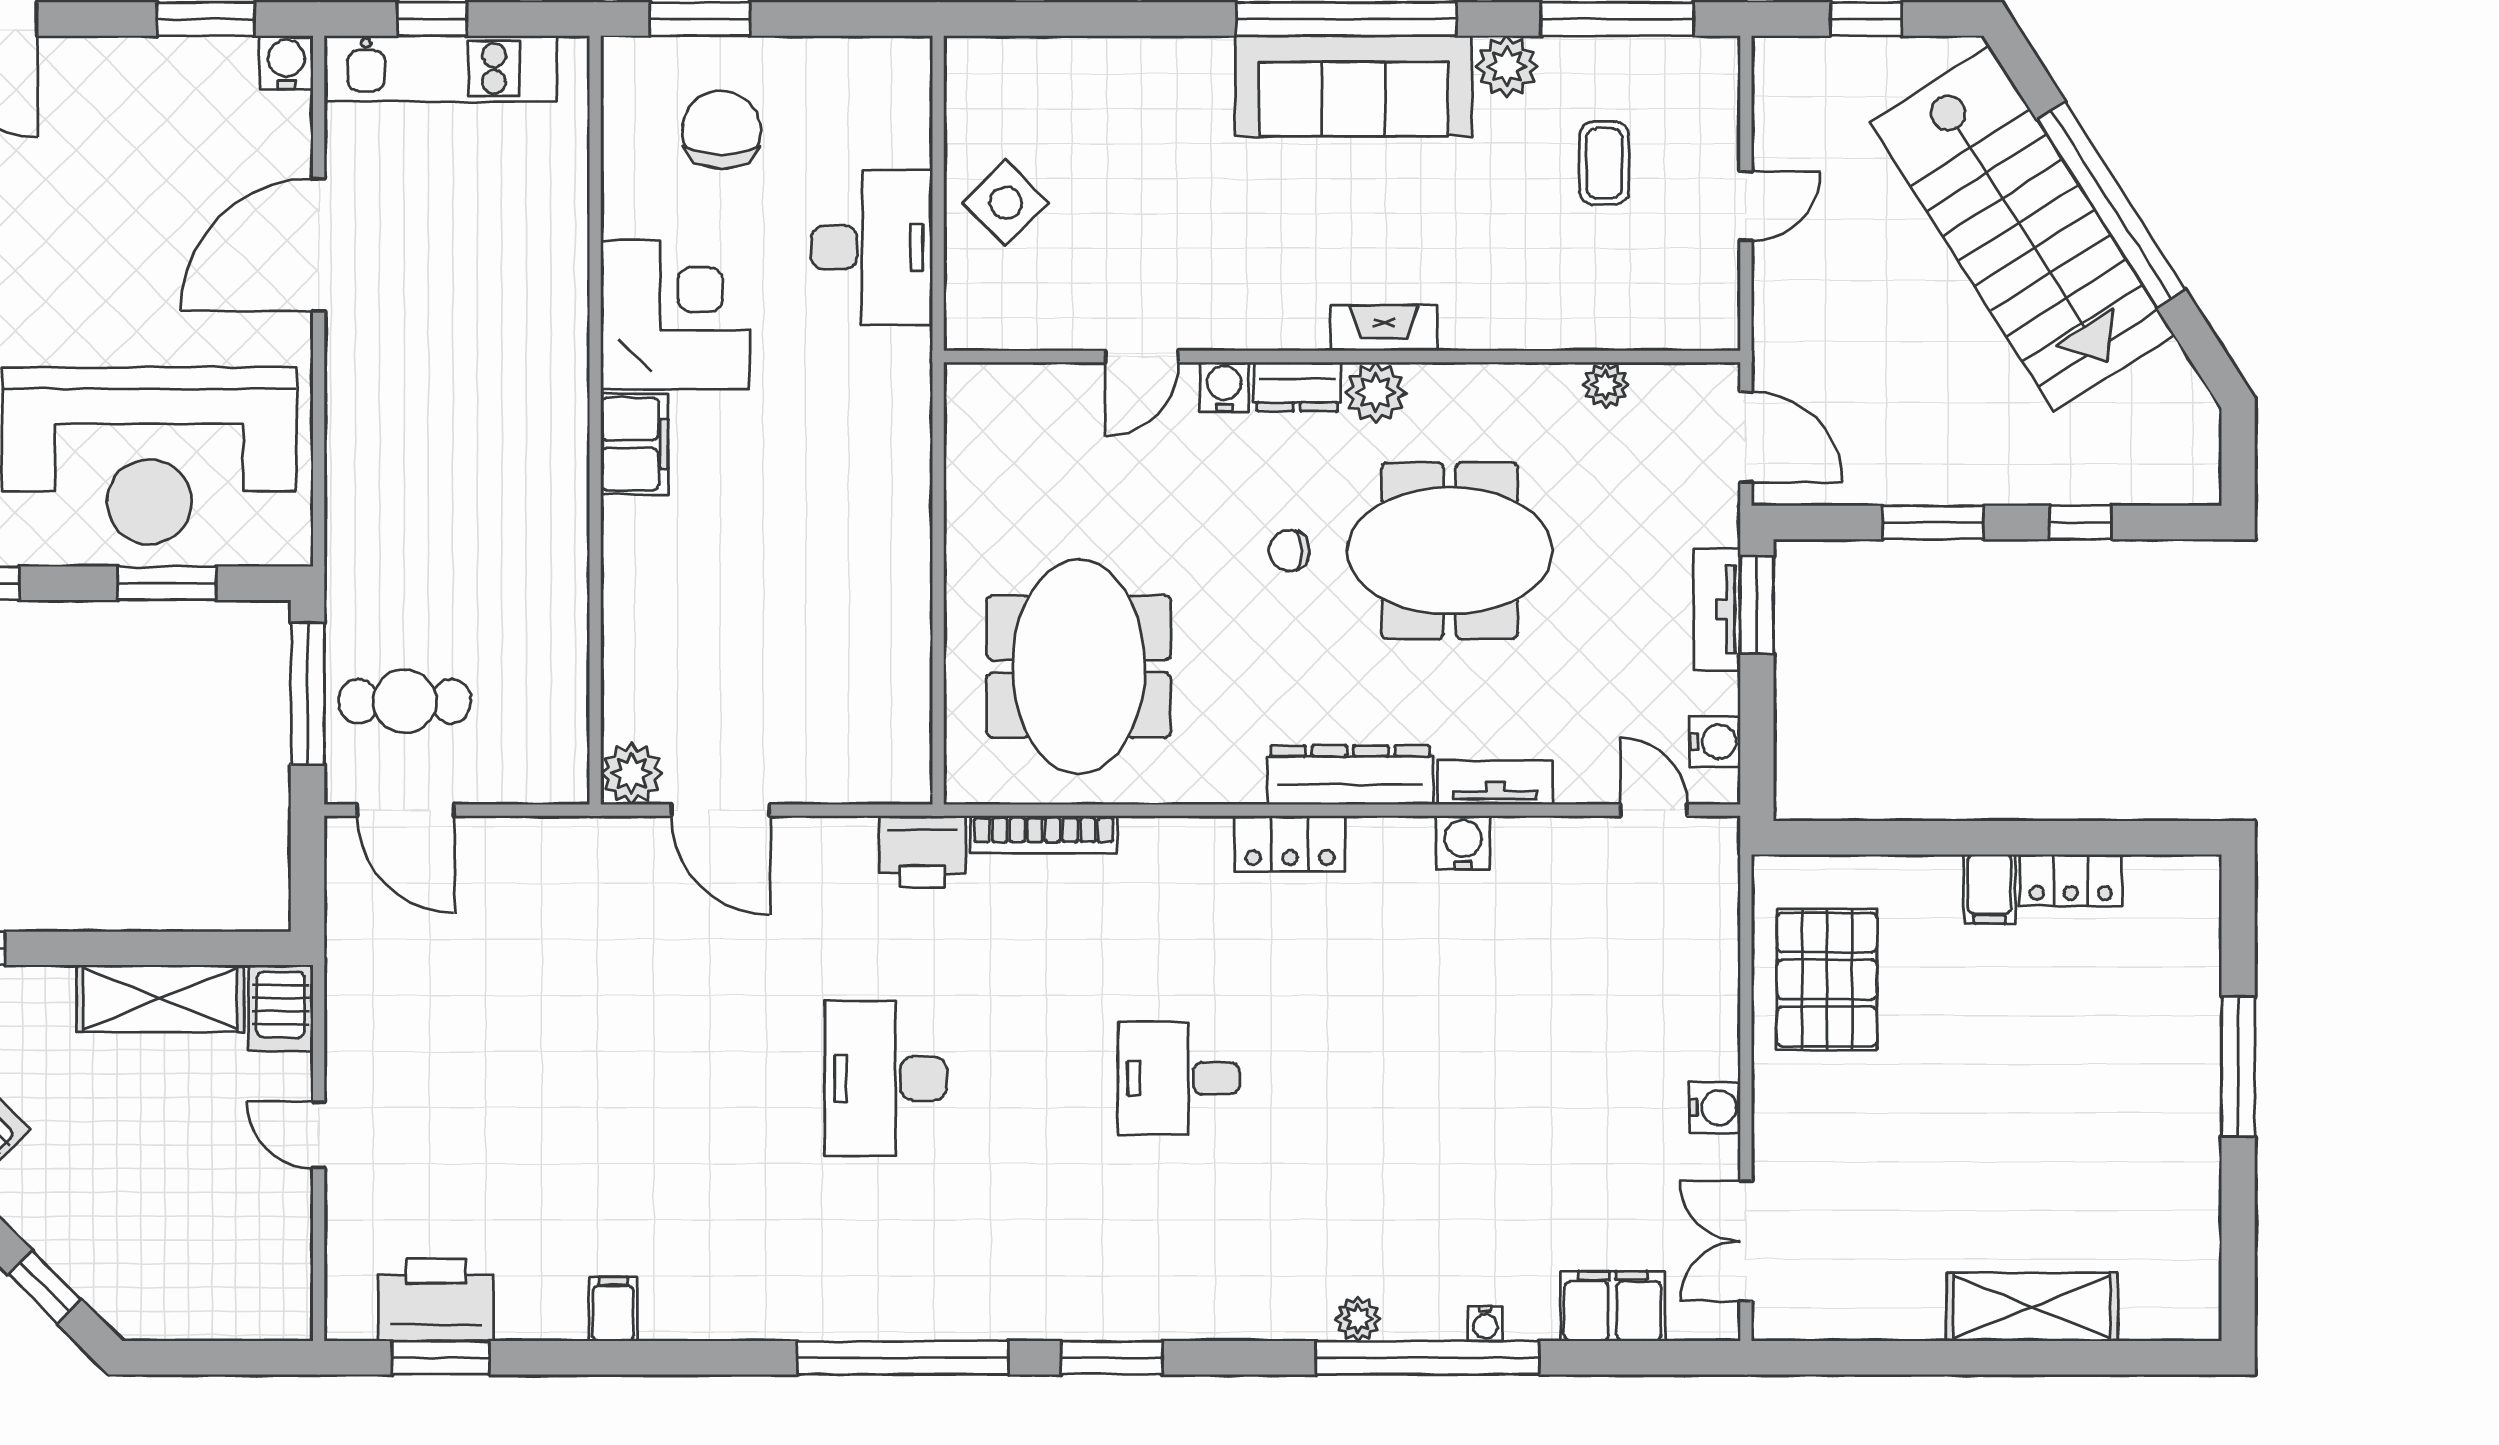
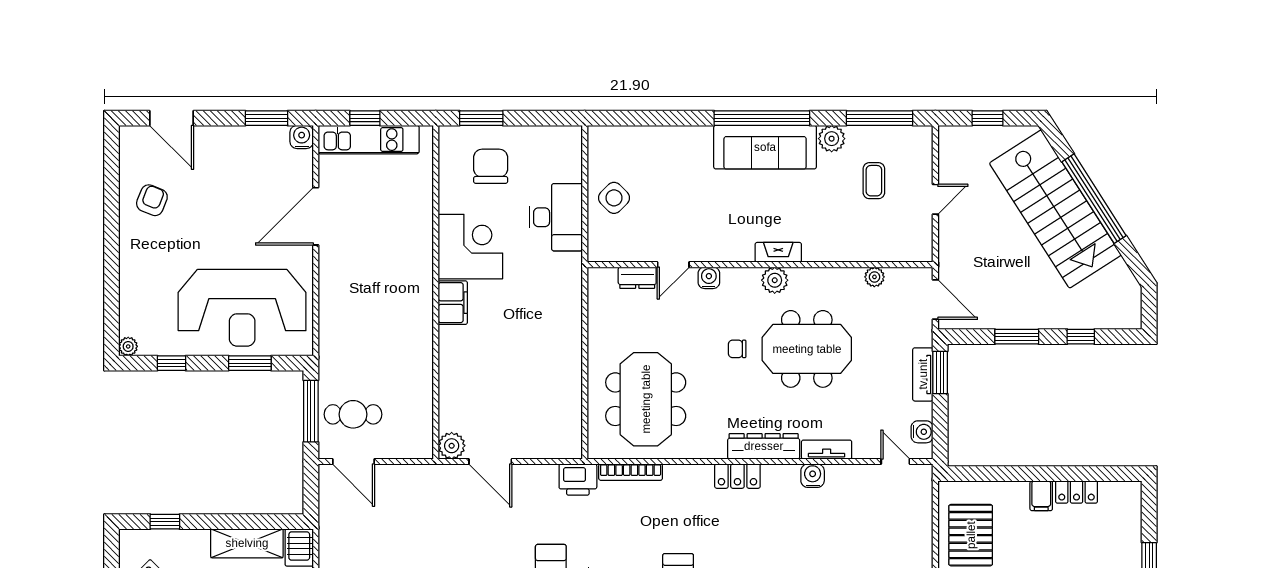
dresser: (1297, 387) -> (637, 278), moved

